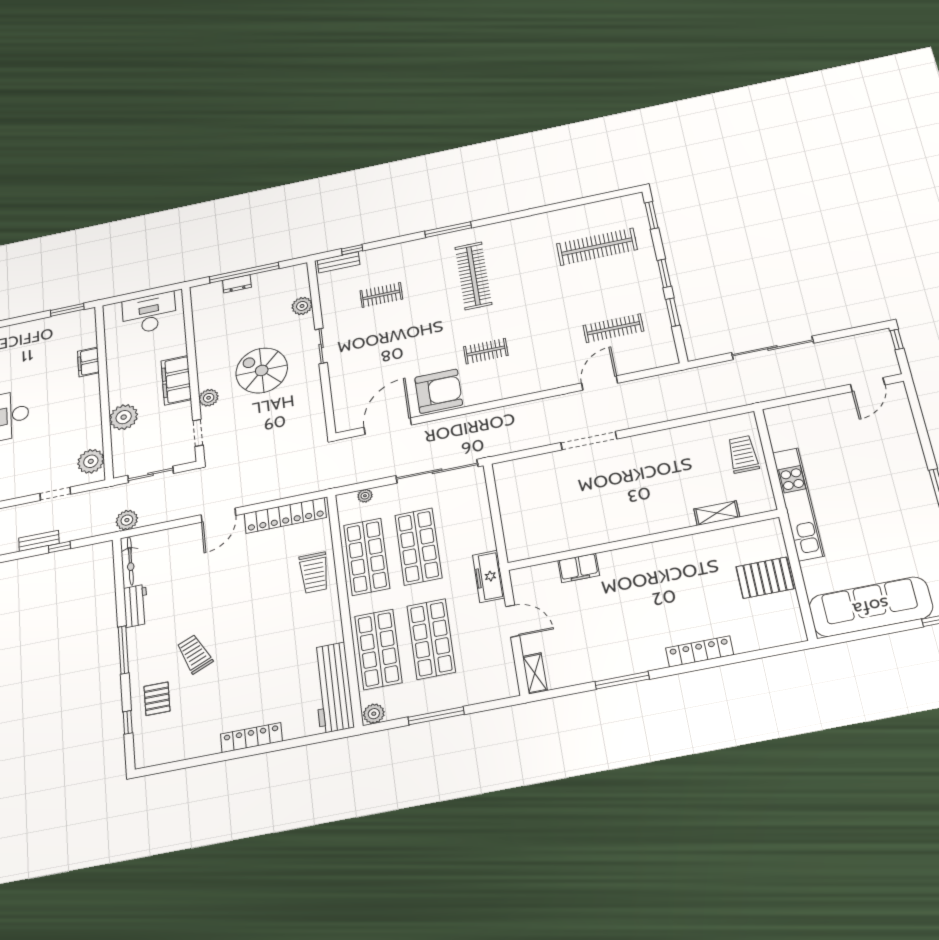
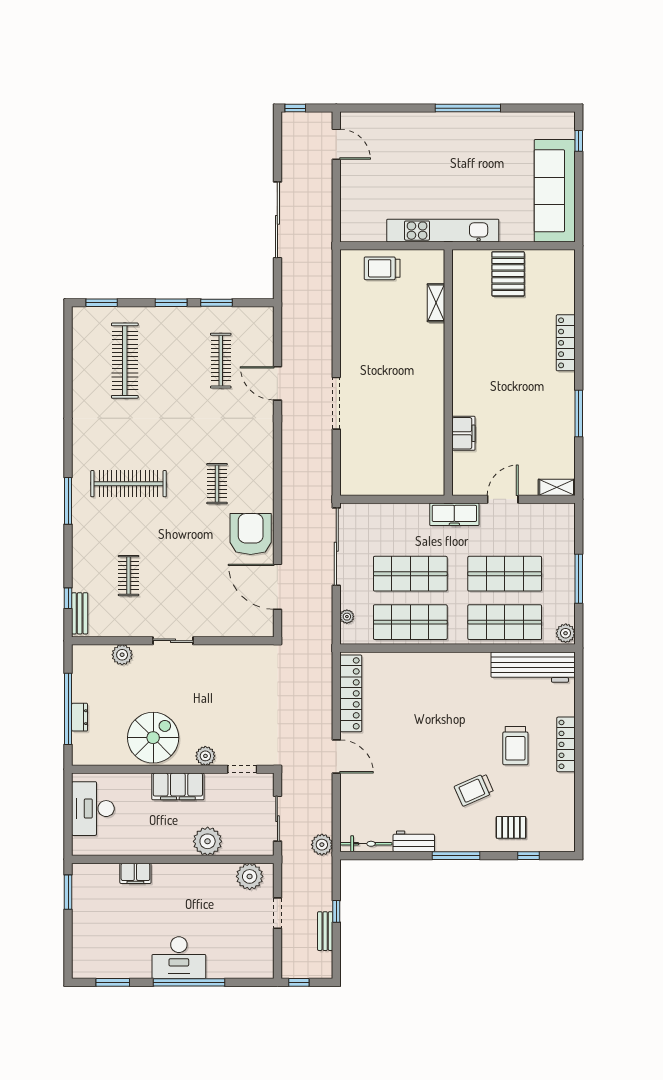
spiral stairs: (262, 370) -> (153, 738), moved, turned 180
trolley: (314, 573) -> (515, 746), moved, turned 90

